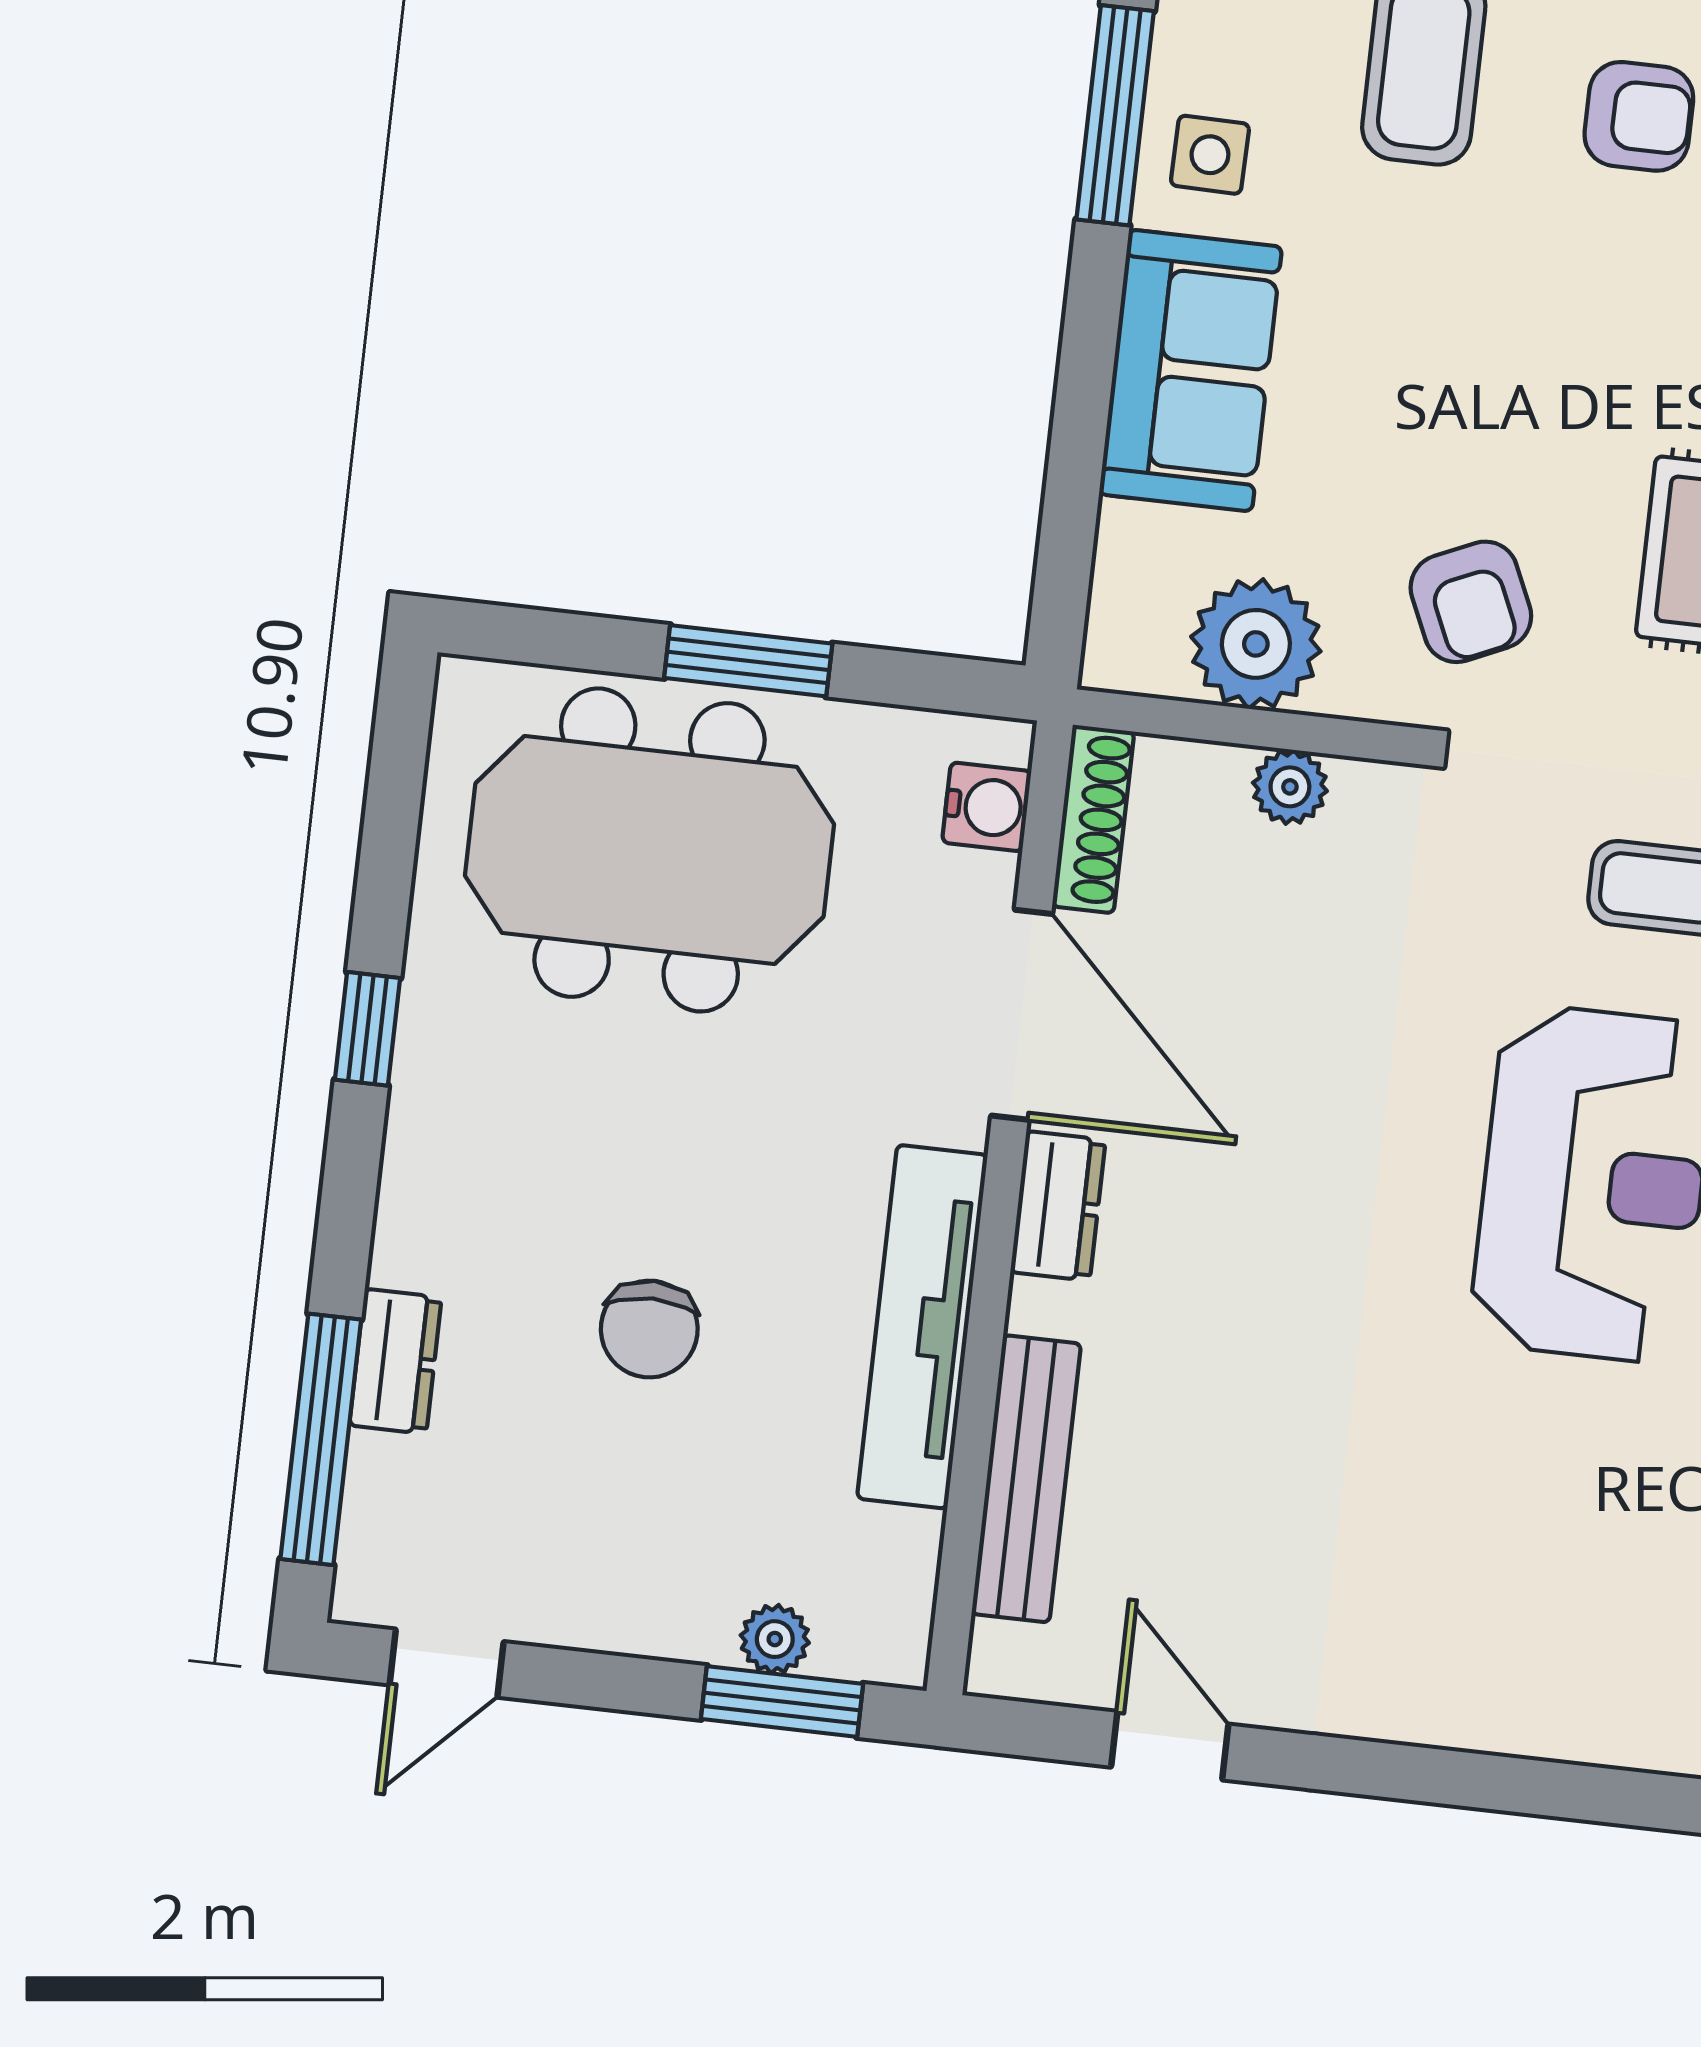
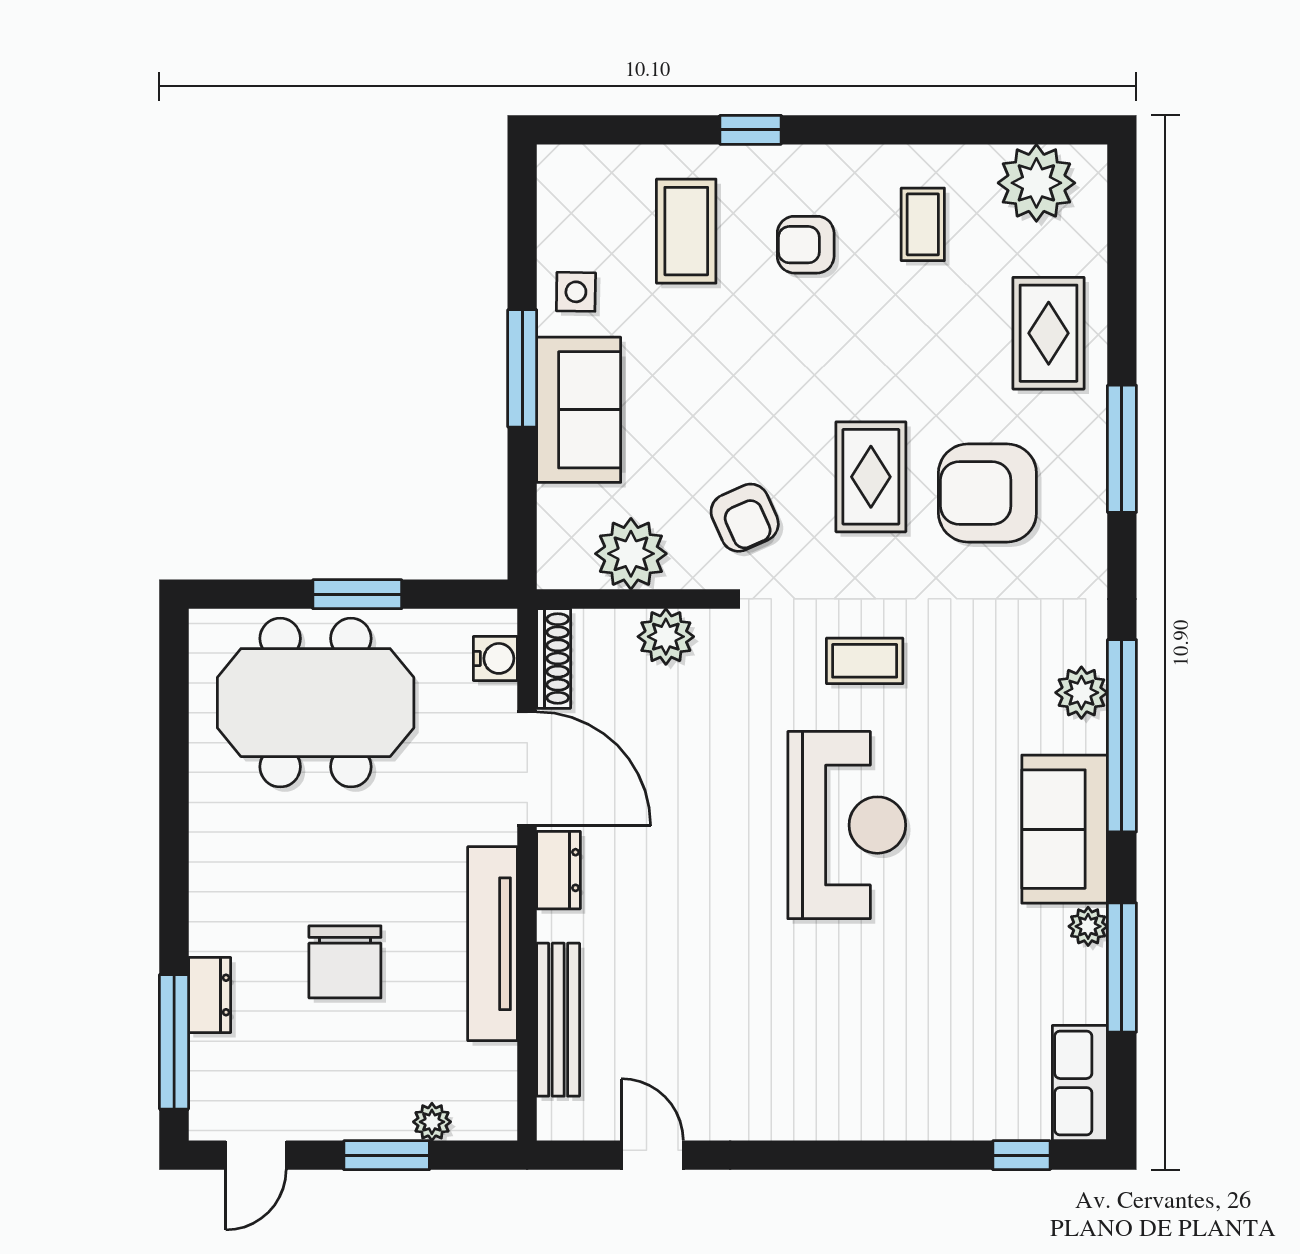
window: (1115, 115) -> (522, 368), moved
armchair: (1639, 116) -> (806, 245), turned 180
plant: (1290, 787) -> (666, 637), width x1.38, depth x1.38
window: (368, 1029) -> (174, 817), removed
chair: (649, 1329) -> (345, 962), width x1.37, depth x1.37
window: (782, 1701) -> (387, 1155), moved

